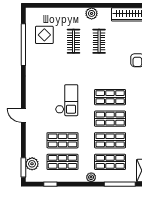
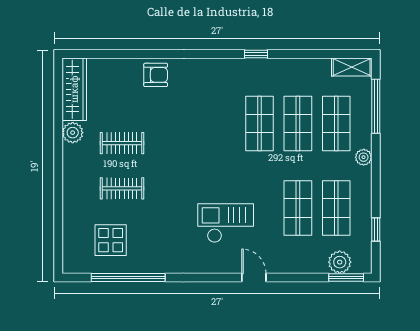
plant: (92, 13) -> (73, 133), moved
shop shelf: (110, 97) -> (221, 123), removed
checkout: (67, 100) -> (226, 223), moved
door: (23, 116) -> (254, 277), swing flipped

